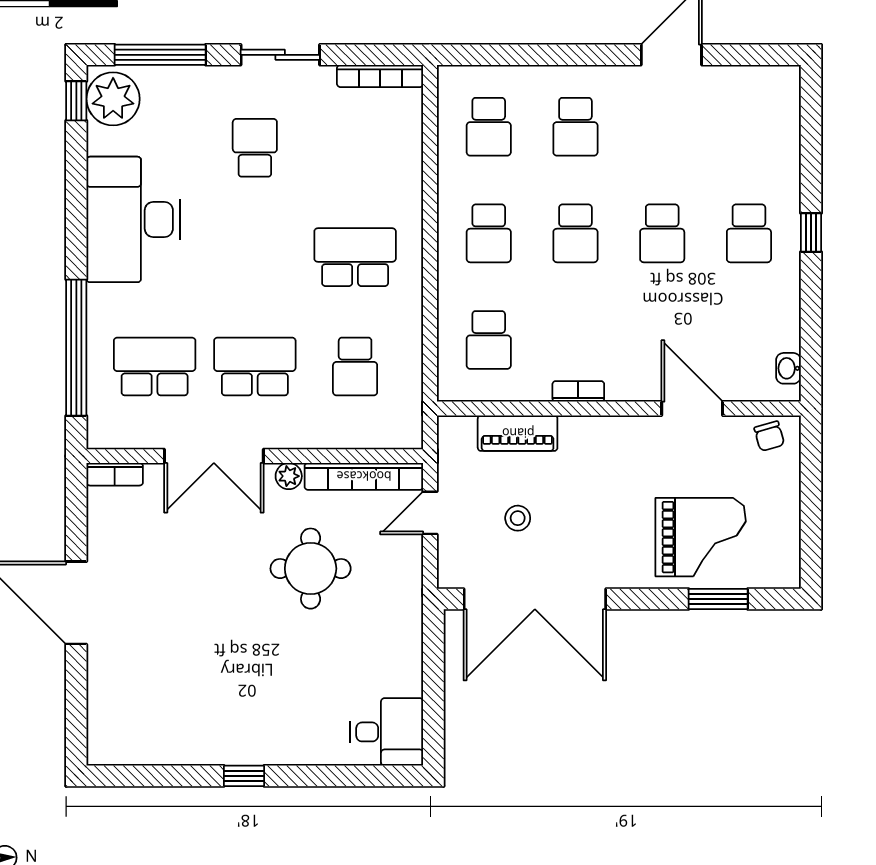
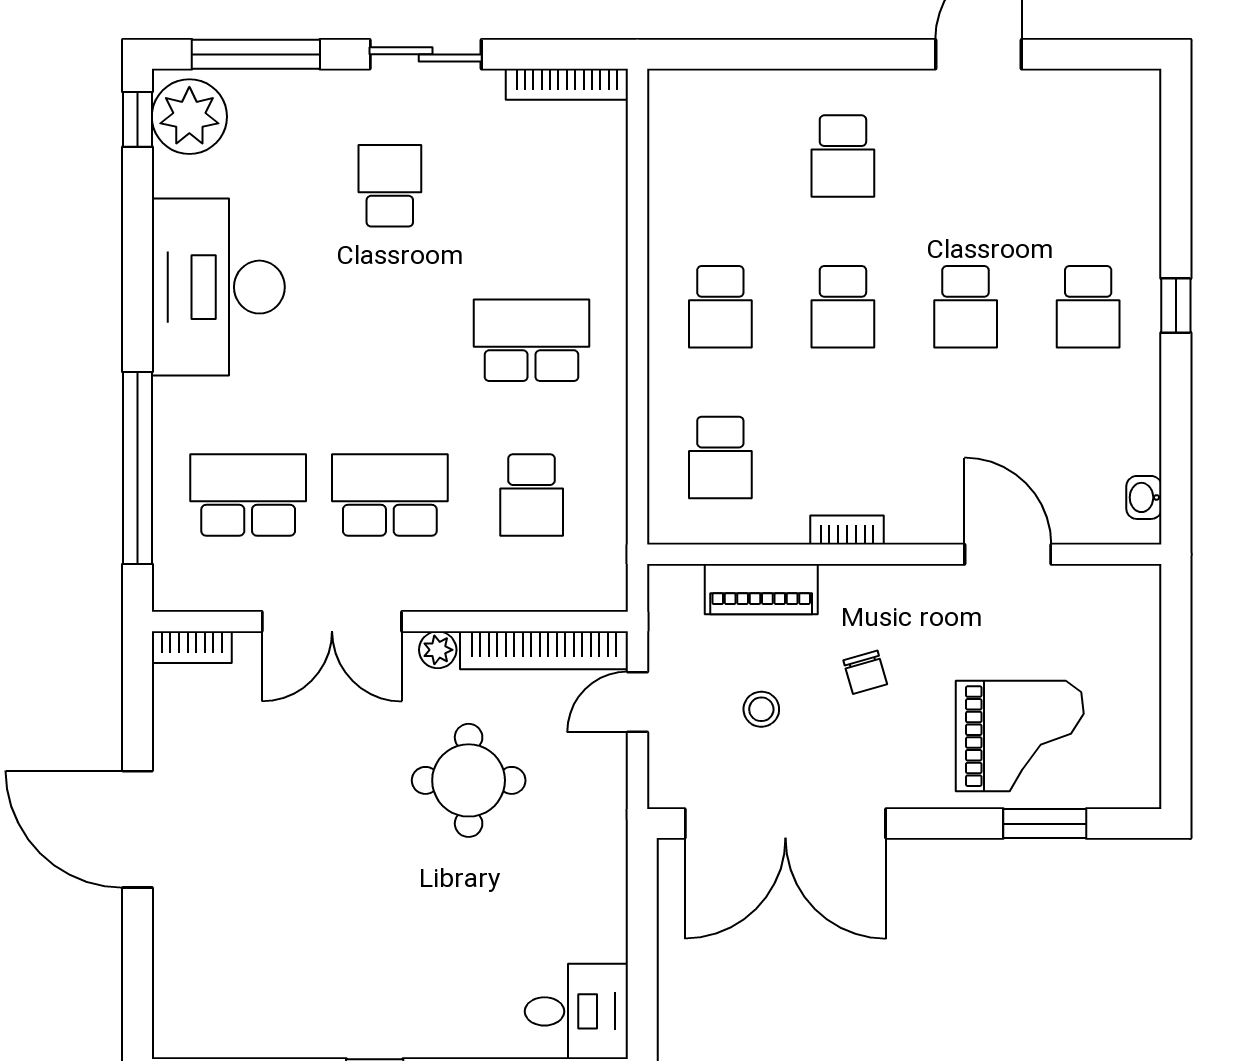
school desk: (489, 127) -> (720, 156), removed
chair: (769, 436) -> (865, 672), moved

